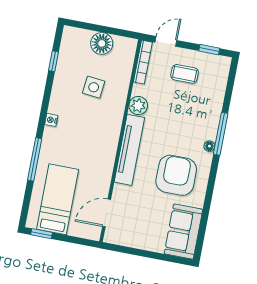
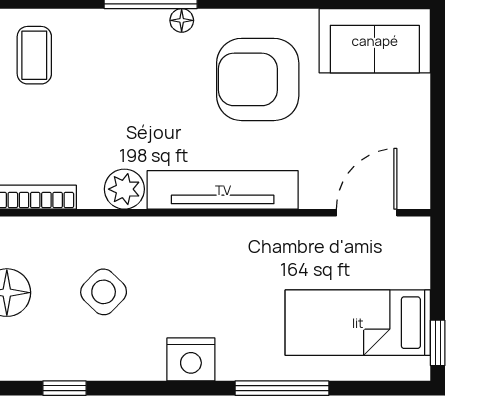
coffee table: (185, 74) -> (34, 55), moved
side table: (94, 87) -> (104, 292), turned 38
nightstand: (51, 120) -> (191, 359), width x1.89, depth x1.79
door: (107, 213) -> (367, 213), swing flipped

